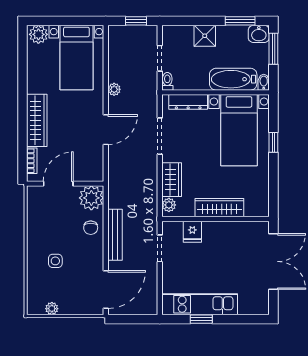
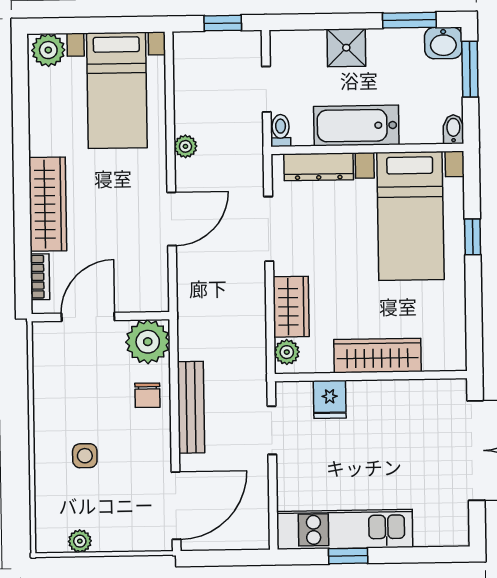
bathtub: (233, 79) -> (356, 126), moved

